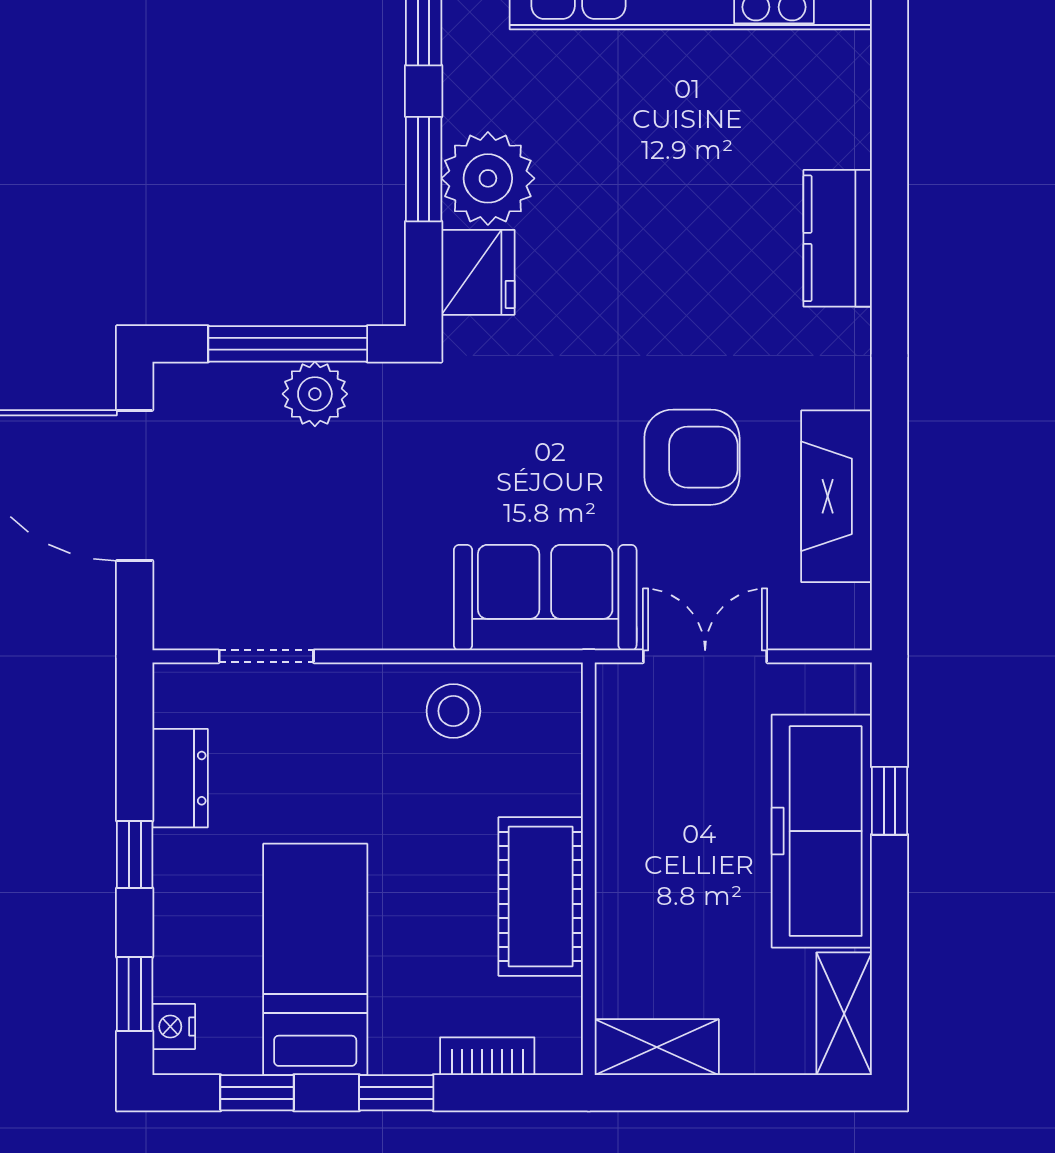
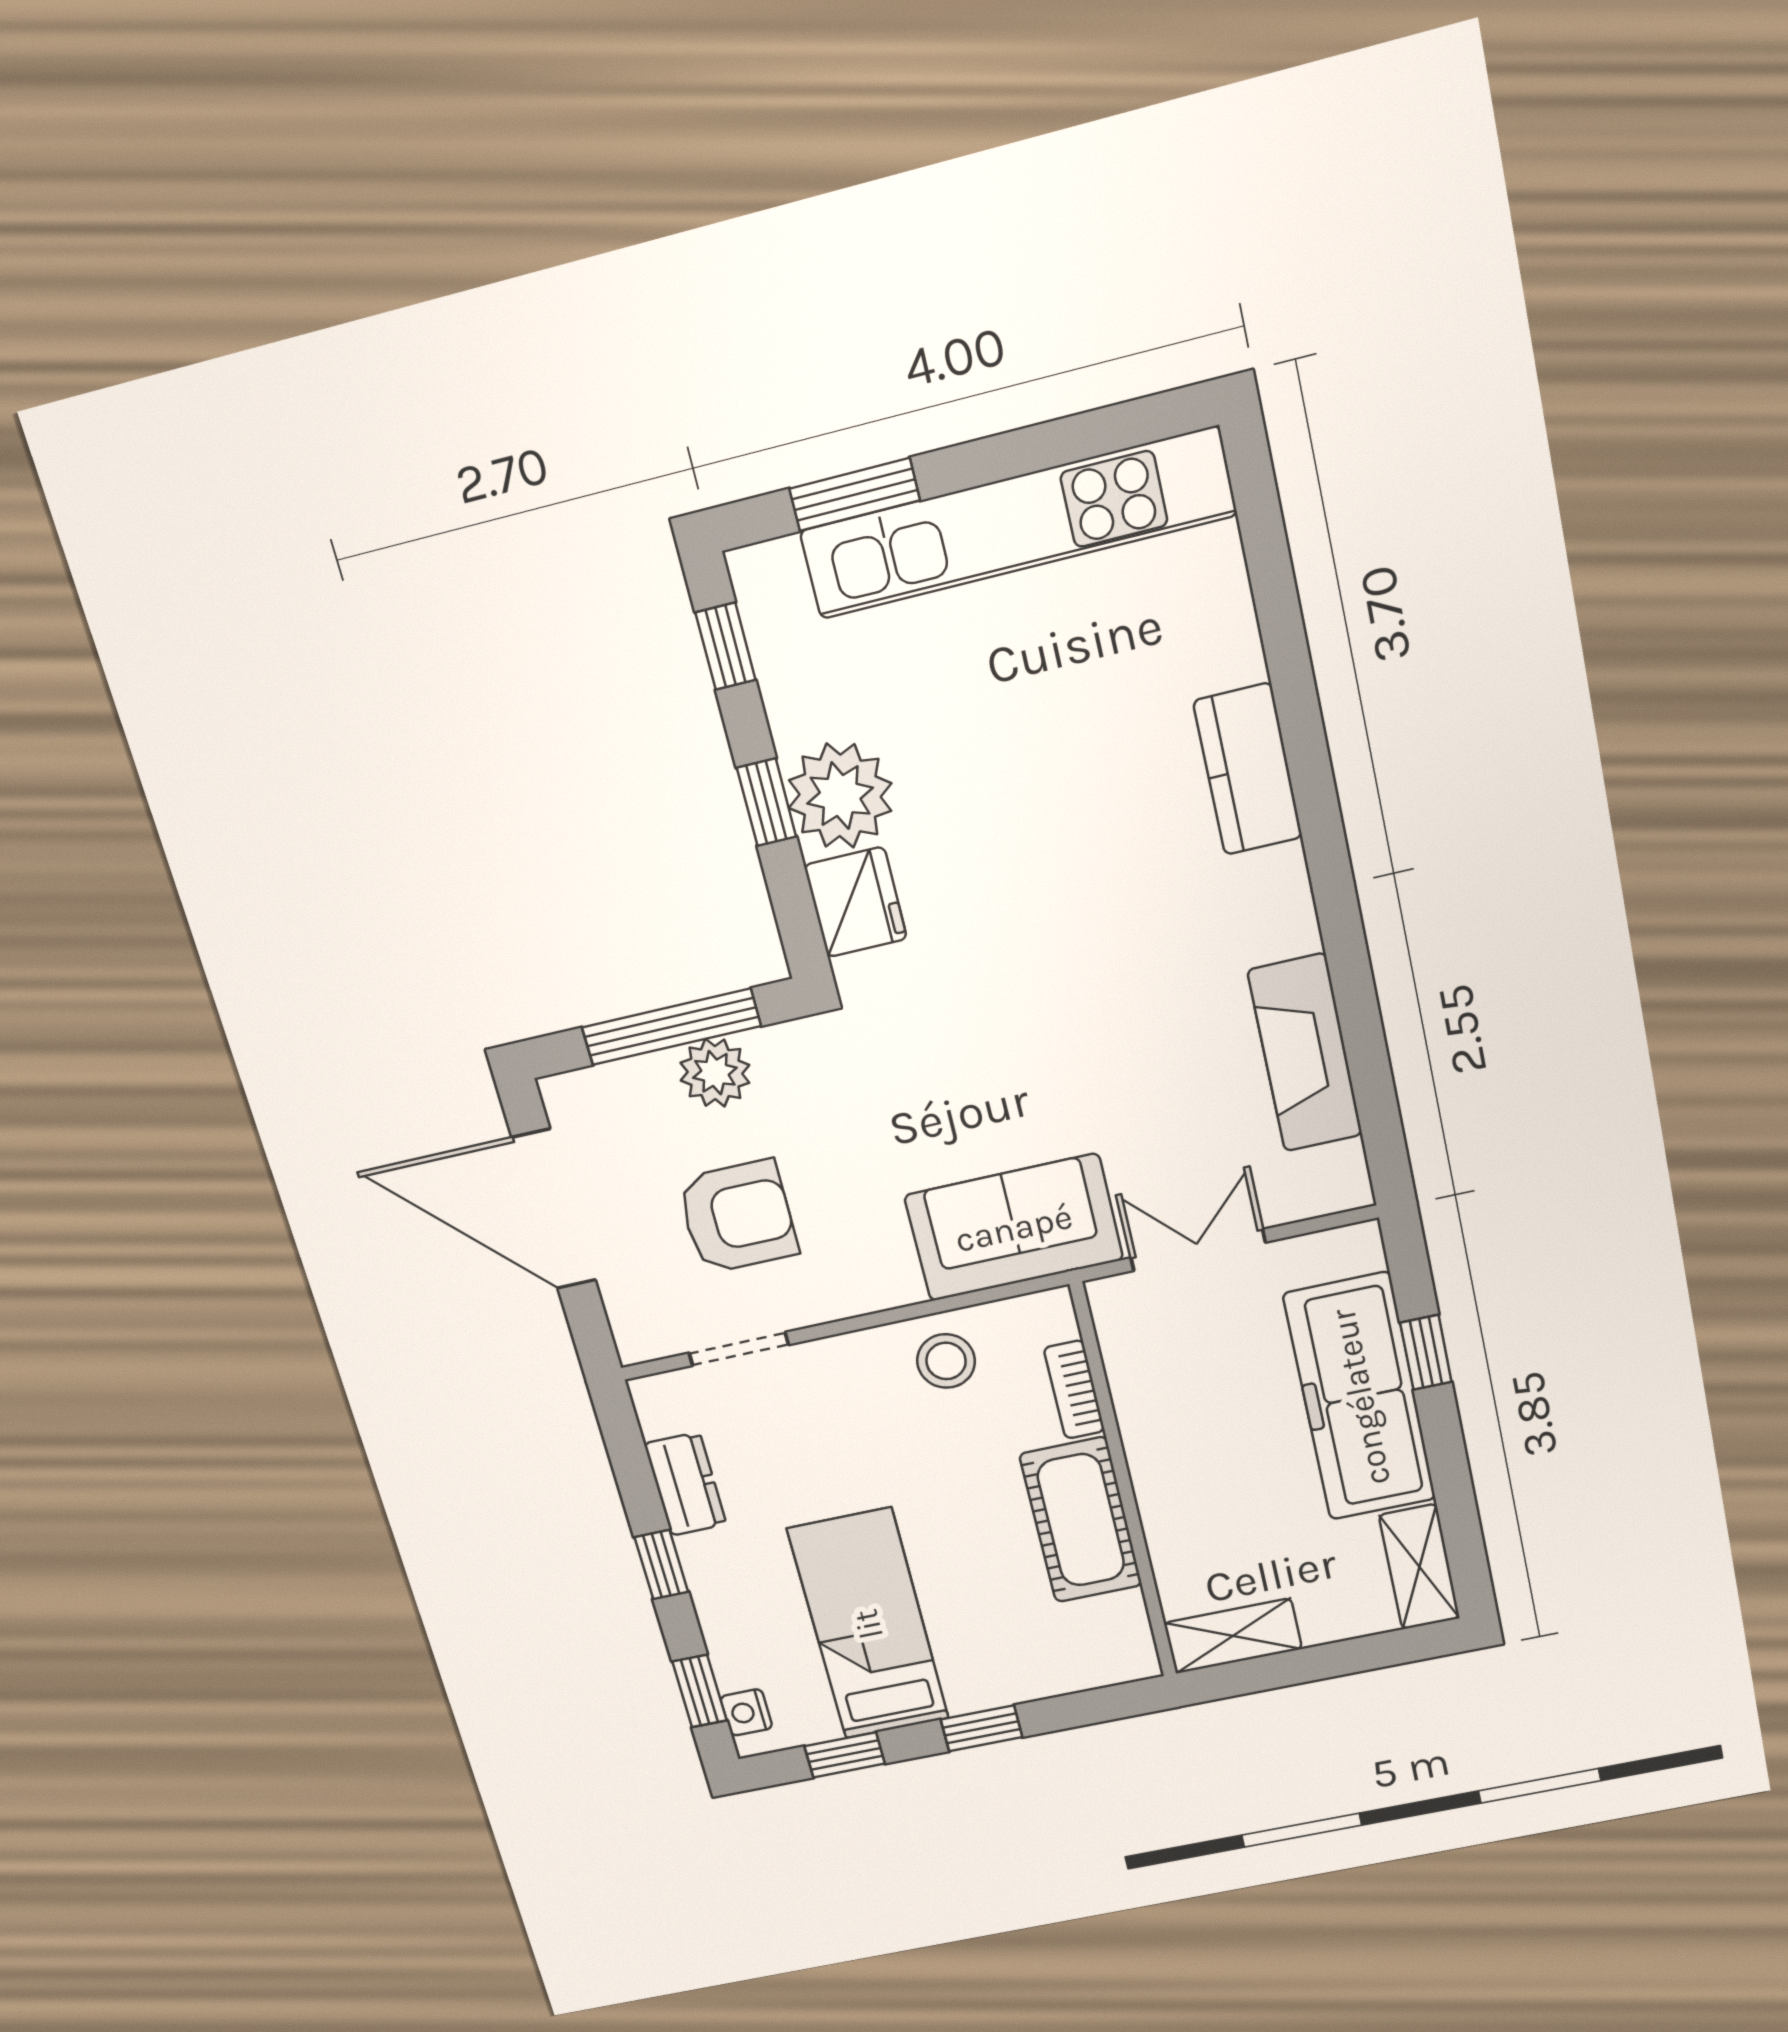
window: (424, 169) -> (766, 802), width x0.67
armchair: (692, 457) -> (737, 1217), moved
bookcase: (487, 1056) -> (1074, 1390), moved, turned -90

